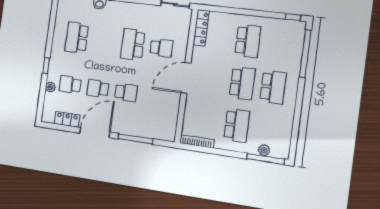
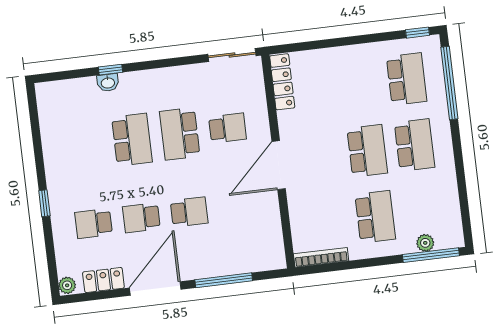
school desk: (77, 37) -> (132, 140), moved, turned 180
school desk: (248, 41) -> (407, 79), moved
plant: (50, 87) -> (67, 285), moved

